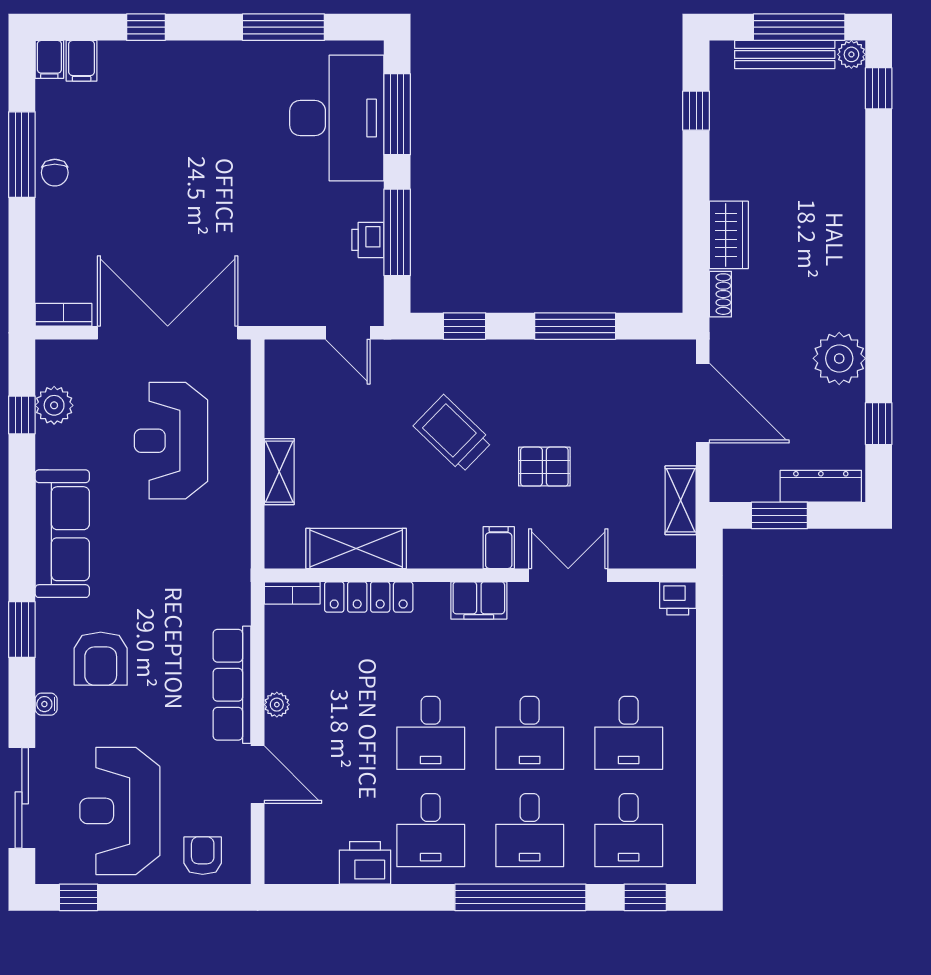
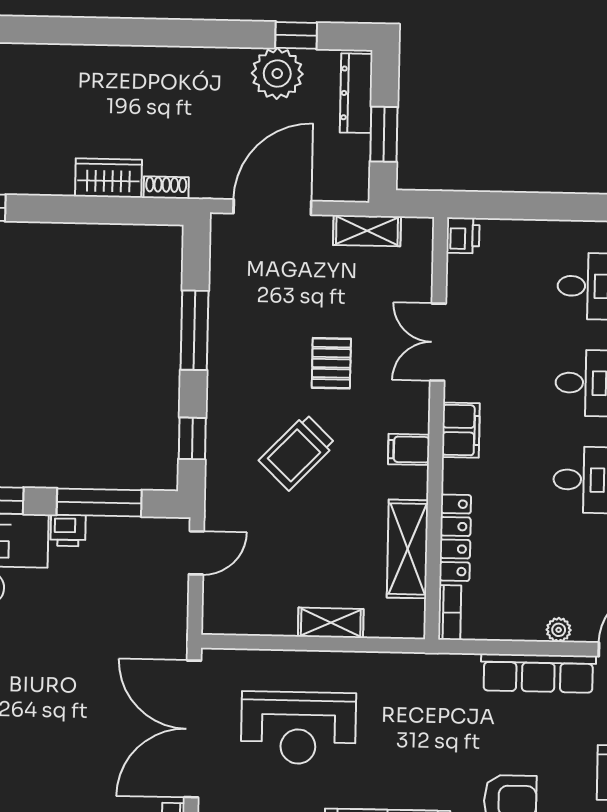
printer: (368, 240) -> (68, 530), moved
plant: (839, 358) -> (277, 74), moved
filing cabinet: (499, 548) -> (409, 449), moved

